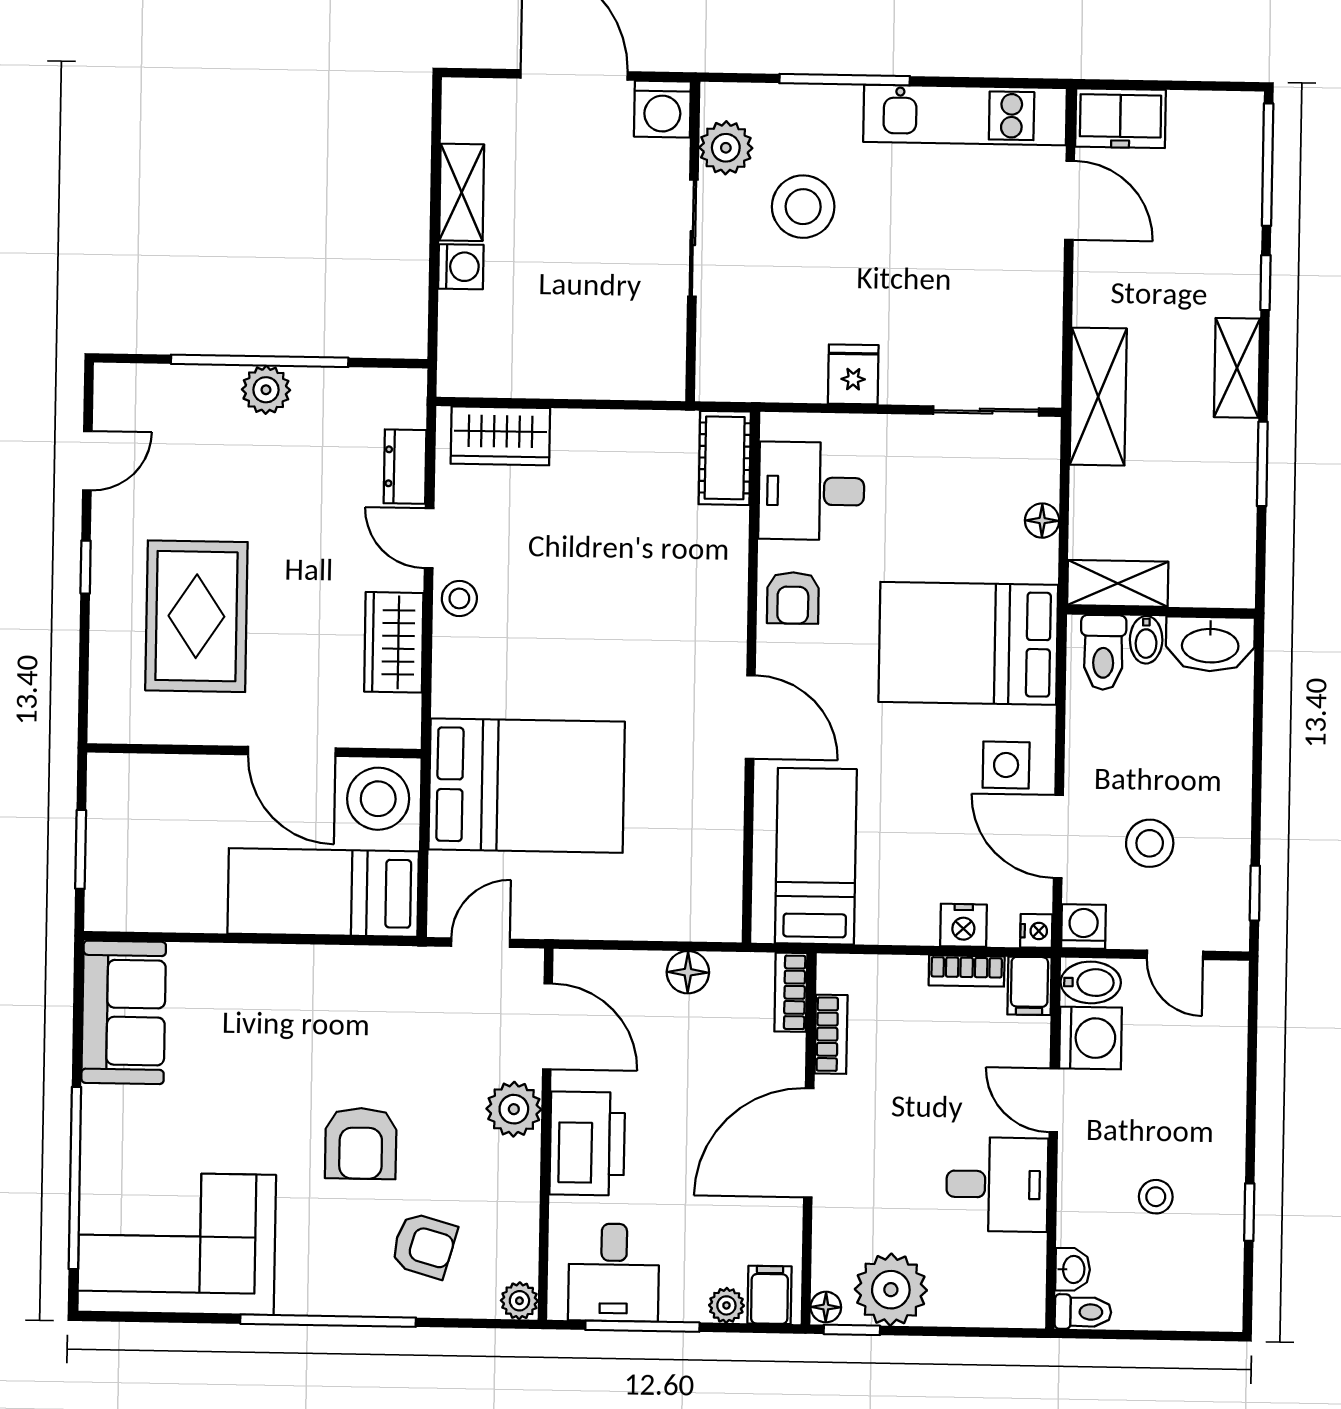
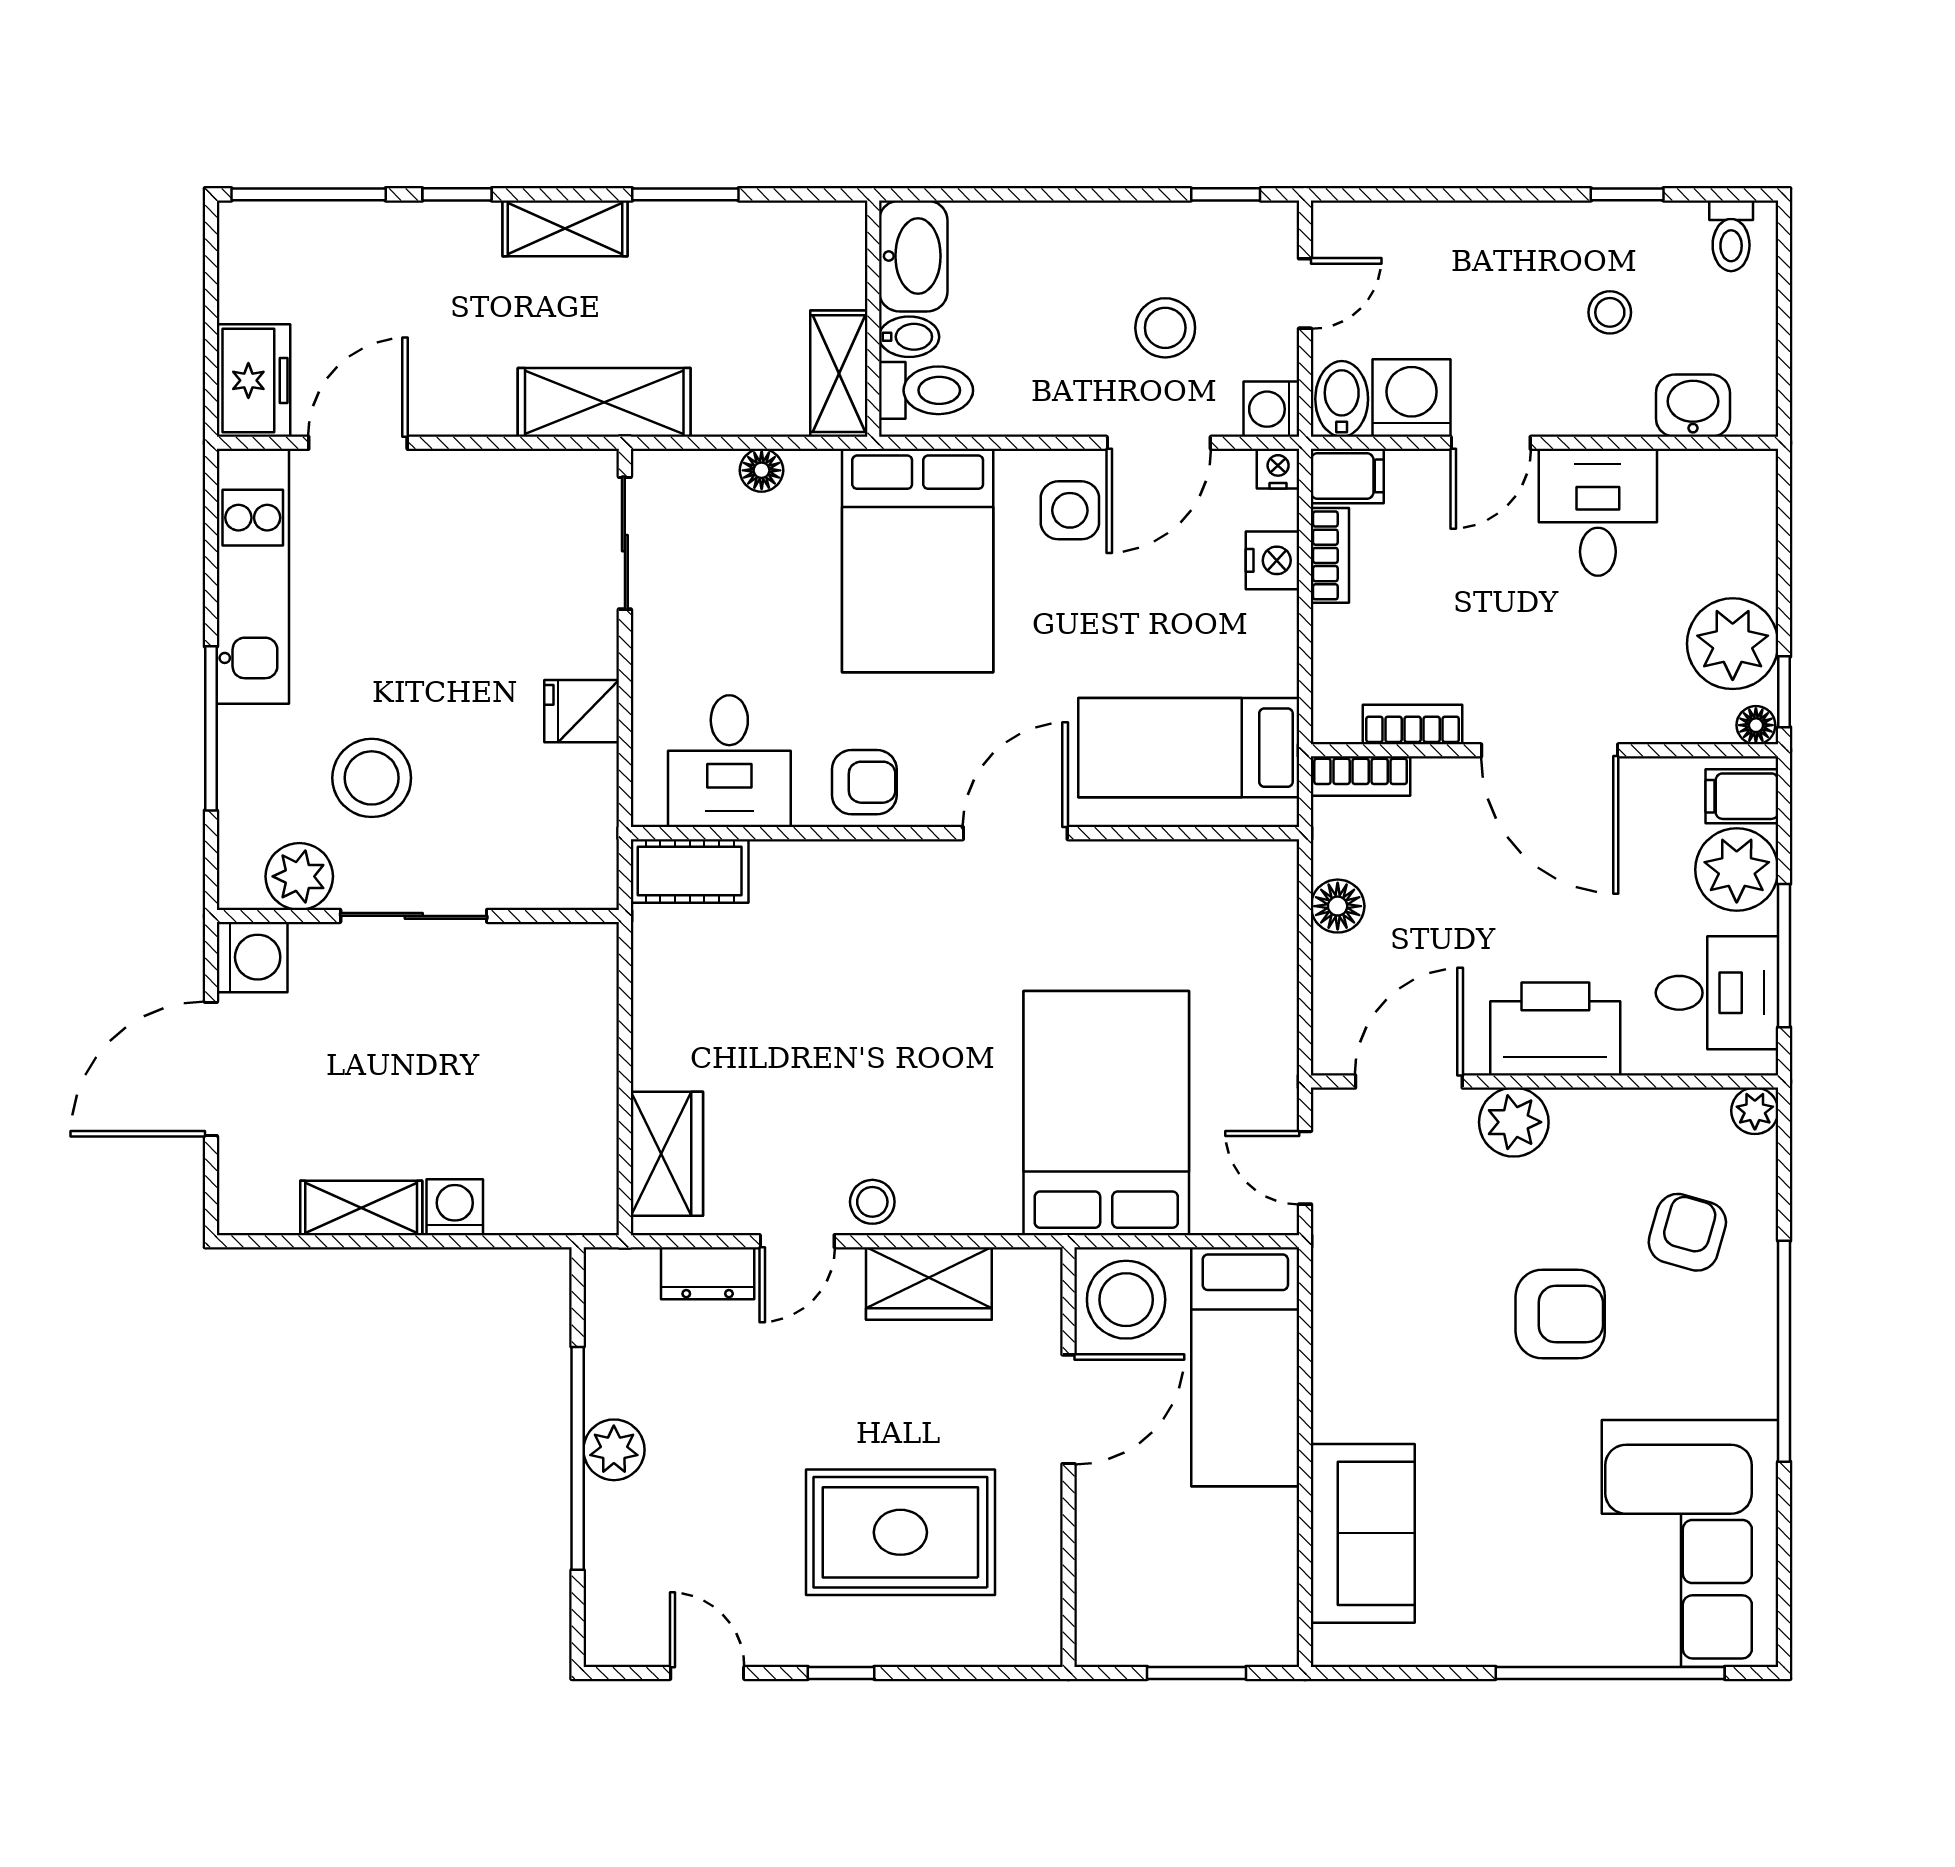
sofa: (124, 1012) -> (1363, 1533), moved, turned 90
washbasin: (1073, 1269) -> (1693, 406), width x1.38, depth x1.45
plant: (726, 1305) -> (1737, 870), width x1.88, depth x1.88
toilet: (1083, 1312) -> (1731, 236), moved, turned 180

